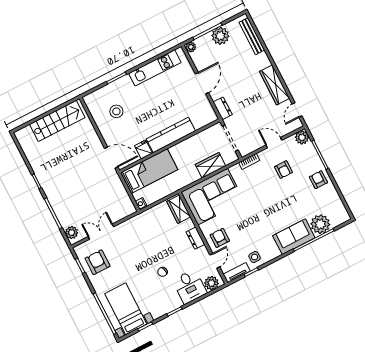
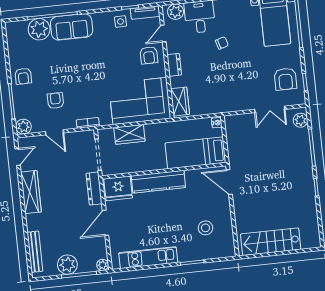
dresser: (223, 108) -> (94, 189), width x1.44
fridge: (143, 149) -> (118, 188), moved, width x1.88, depth x1.34

